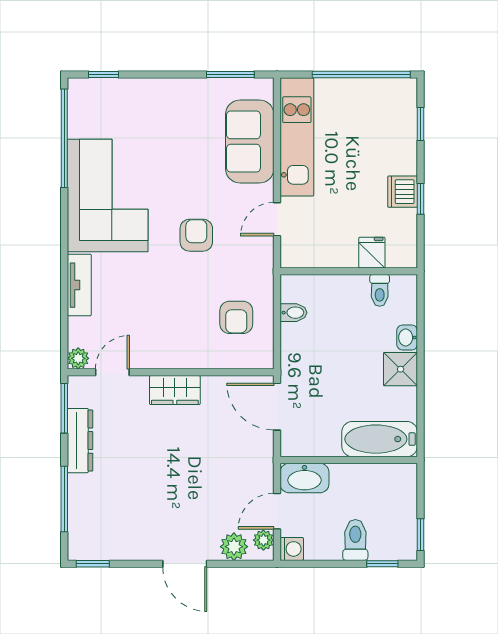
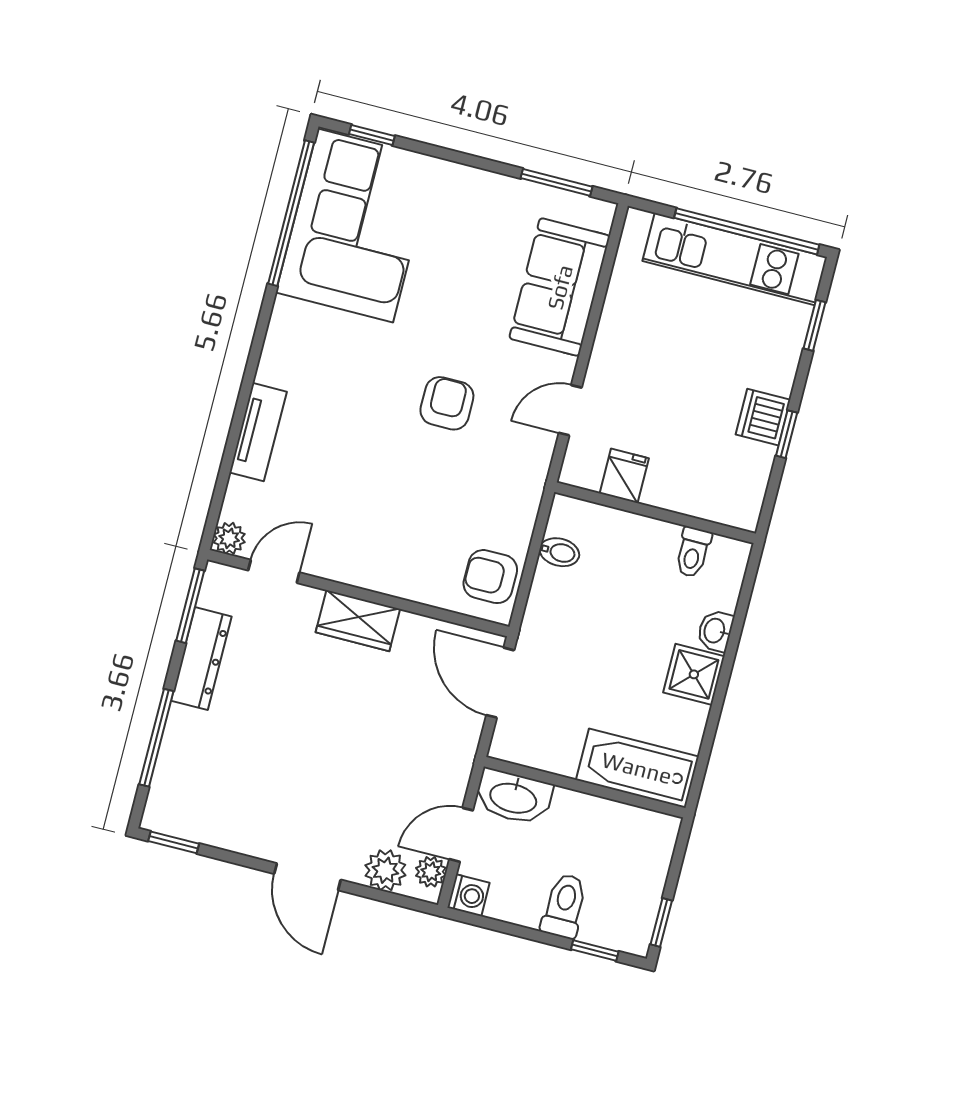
kitchen unit: (297, 137) -> (735, 259), moved, turned 90
corner sofa: (108, 196) -> (355, 225), moved
fridge: (372, 253) -> (624, 476), moved
armchair: (236, 317) -> (490, 577), moved, turned 90

